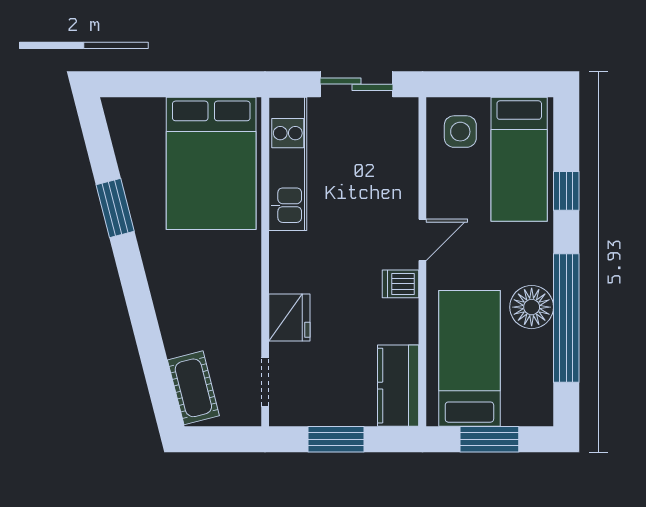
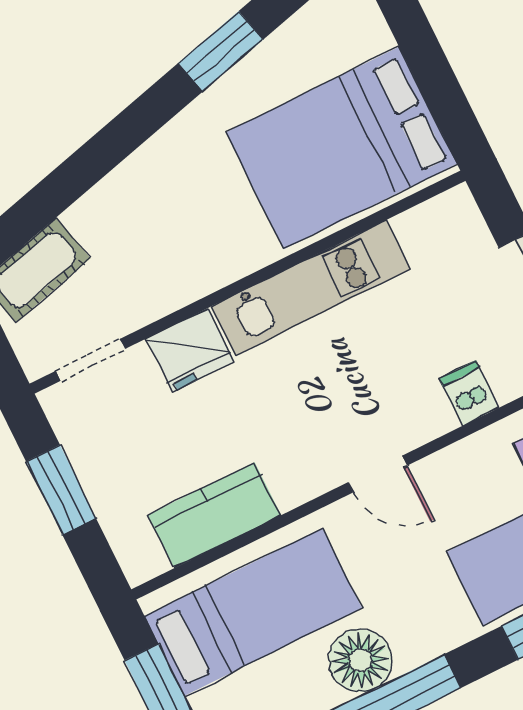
kitchen unit: (288, 164) -> (311, 288), moved
dishwasher: (400, 284) -> (469, 393), moved
kitchen counter: (398, 386) -> (214, 515), moved

